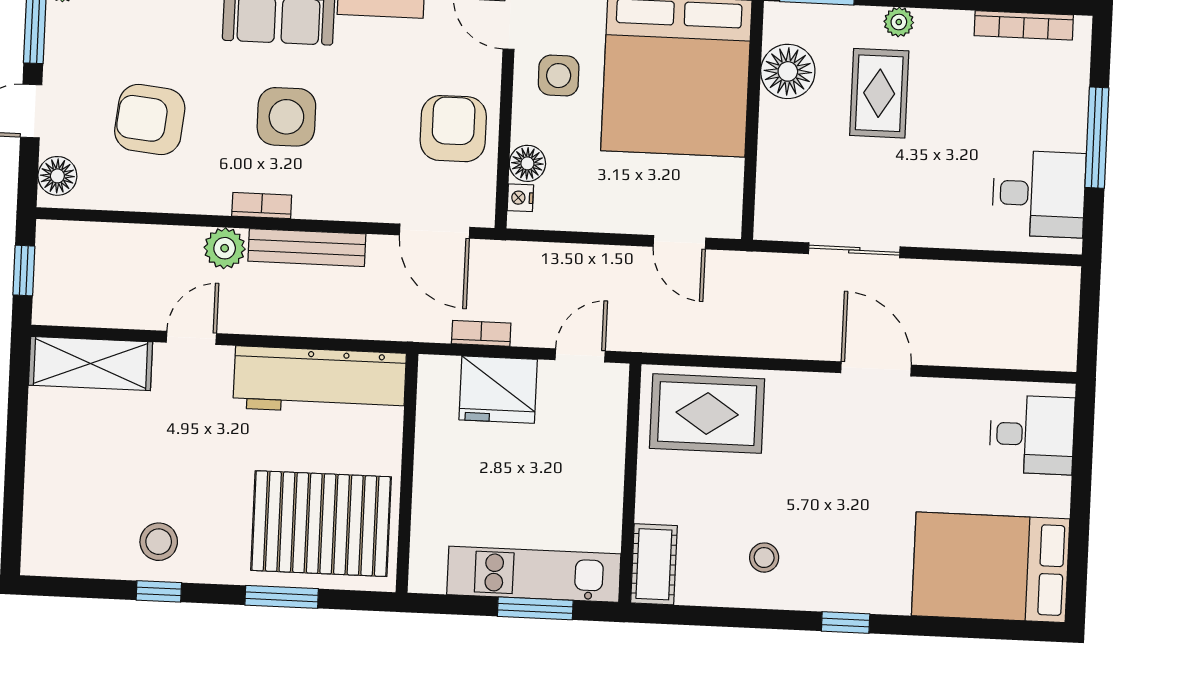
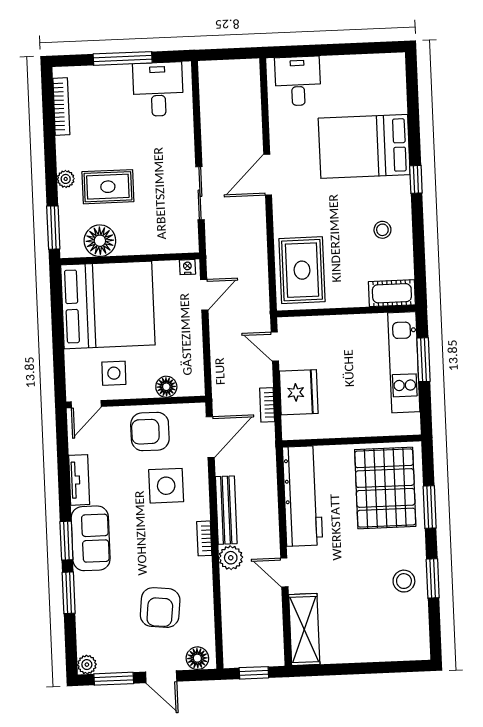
side table: (286, 117) -> (166, 486), moved
nightstand: (520, 198) -> (187, 267), moved, turned 180
bed: (991, 567) -> (364, 146), moved, turned 90
window: (159, 591) -> (433, 578), width x1.50

